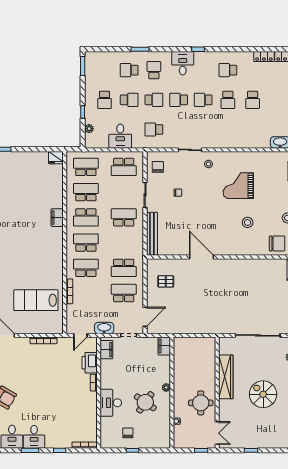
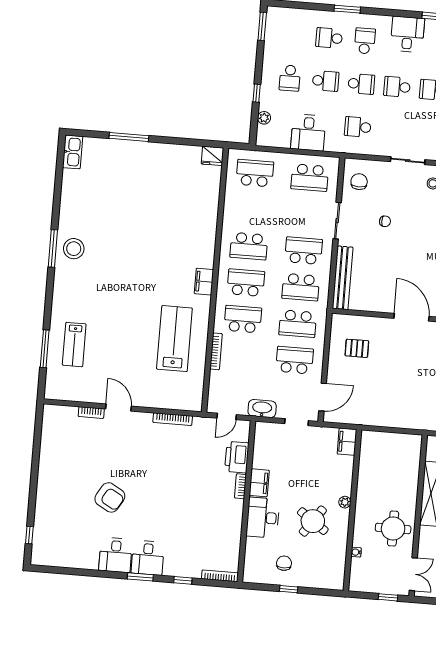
school desk: (86, 192) -> (301, 287), moved, turned 180
filing cabinet: (57, 218) -> (204, 282), moved
lab bench: (36, 300) -> (174, 339), moved, turned 90
filing cabinet: (106, 350) -> (259, 483), moved

